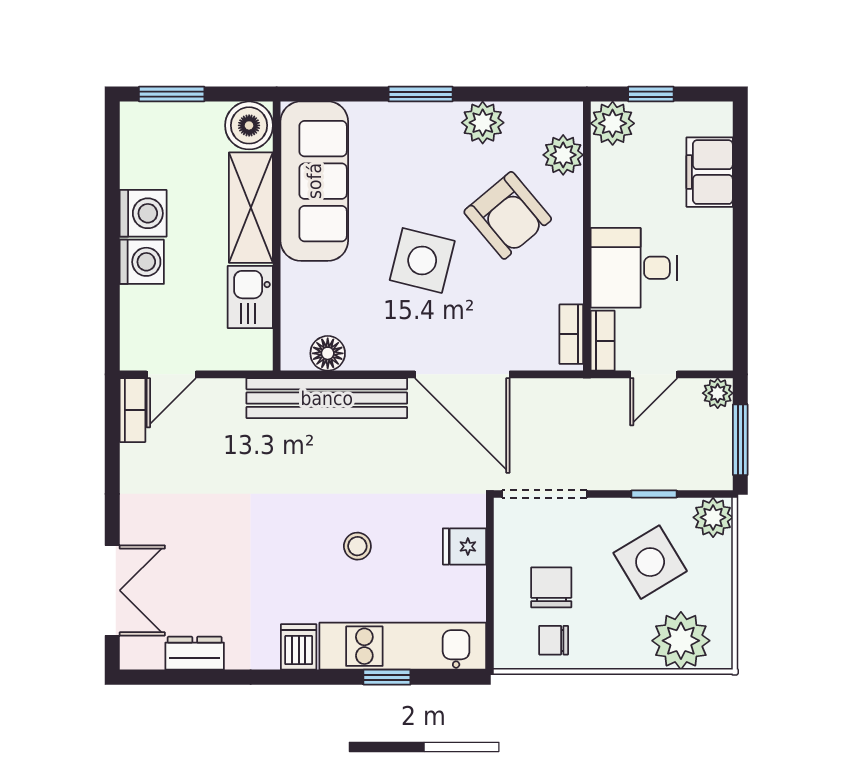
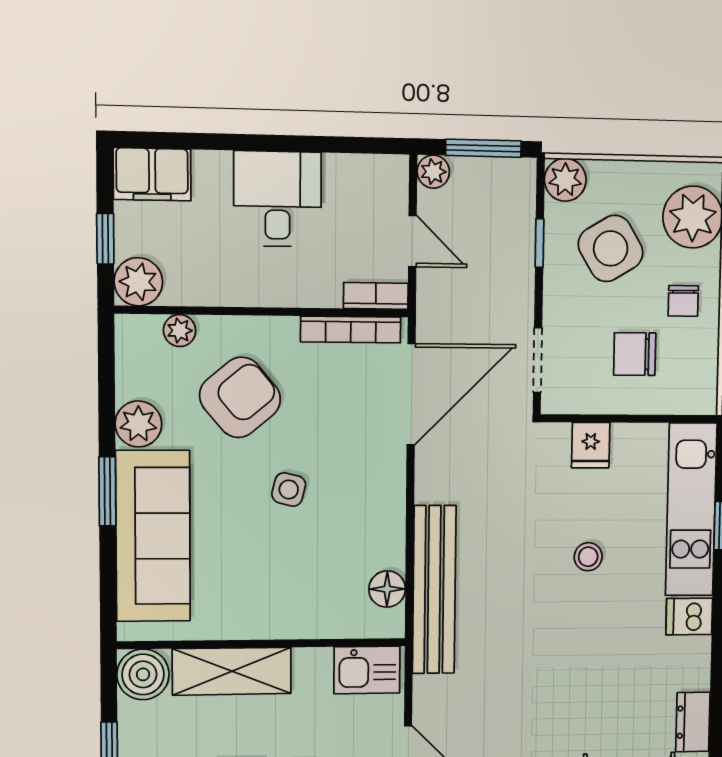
plant: (563, 155) -> (180, 331), width x0.73, depth x0.73
filing cabinet: (710, 172) -> (152, 174), moved
sofa: (314, 181) -> (153, 536), moved, turned 90
side table: (422, 260) -> (289, 489), width x0.54, depth x0.54
desk: (634, 268) -> (278, 199), moved, turned 180
kitchen sink: (250, 297) -> (367, 670), moved
bookcase: (571, 334) -> (351, 330), width x1.56
door: (462, 374) -> (411, 394), moved
doorway: (544, 494) -> (538, 360), width x0.73
chair: (554, 640) -> (683, 301), moved

